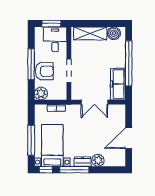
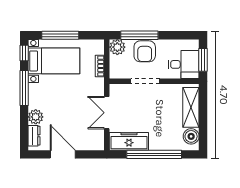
window: (31, 64) -> (139, 35), moved
dresser: (83, 162) -> (34, 136), moved

